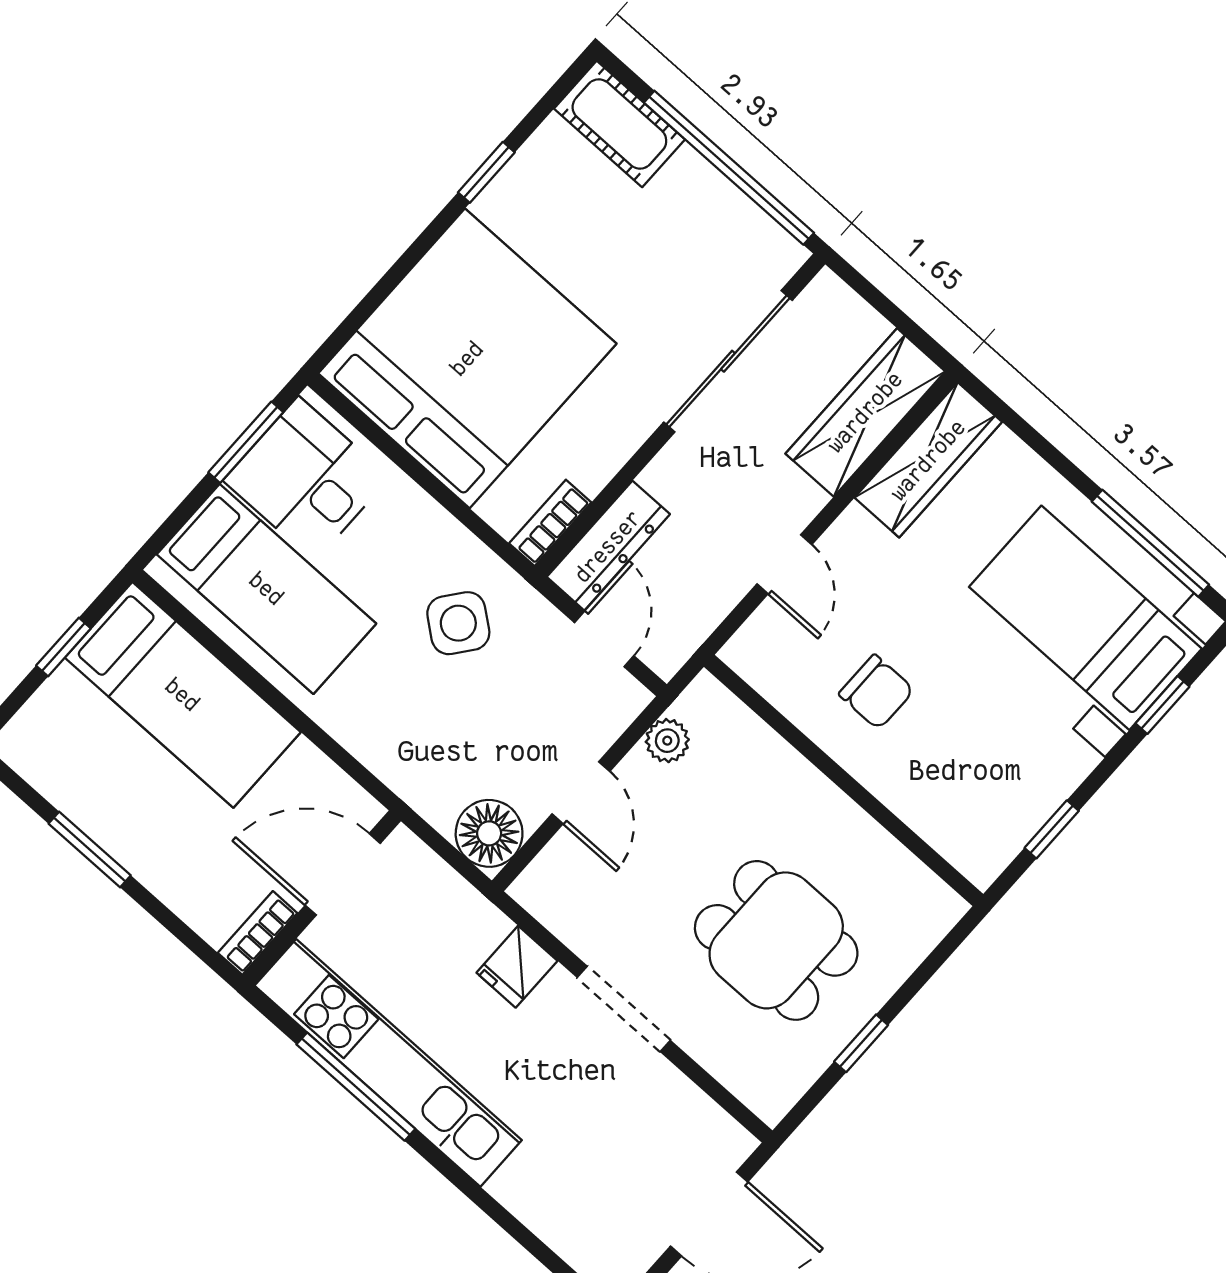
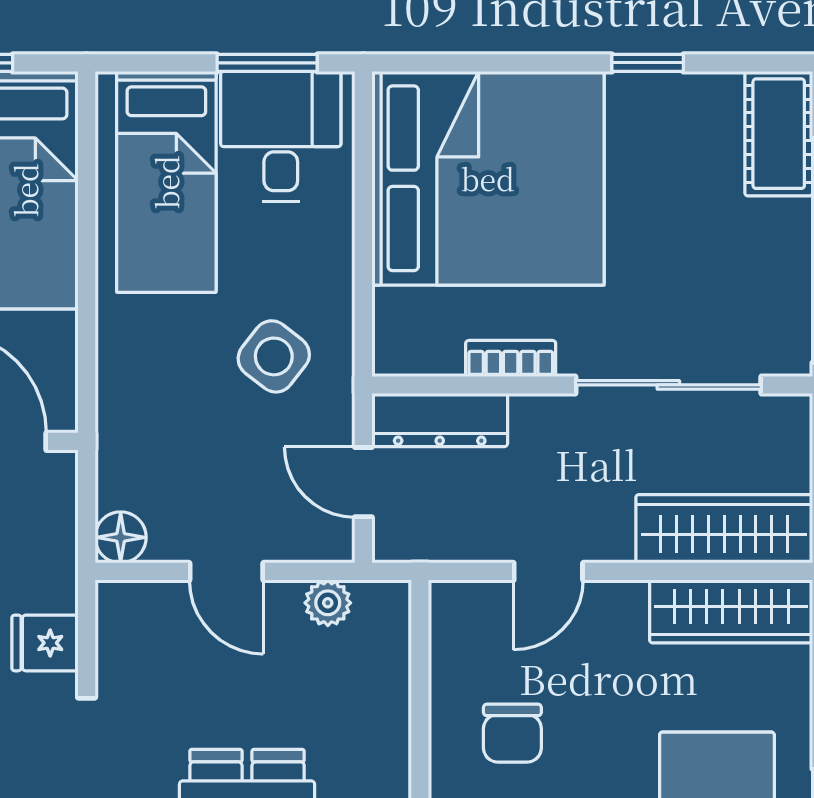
bookcase: (550, 523) -> (511, 358), moved
door: (604, 639) -> (363, 482), swing flipped
door: (581, 793) -> (226, 571), hinge flipped
floor lamp: (489, 833) -> (121, 537), width x0.73, depth x0.73

